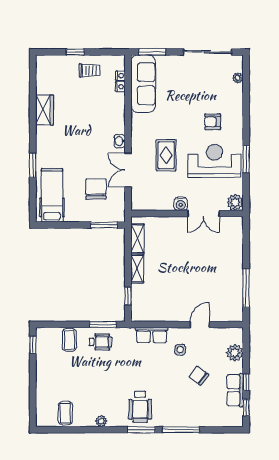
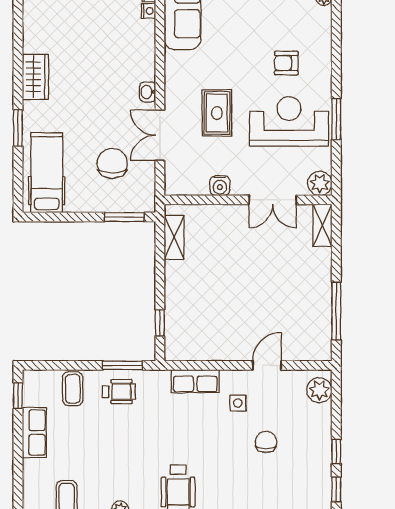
wardrobe: (44, 110) -> (35, 77), moved
water cooler: (181, 204) -> (220, 186), moved
shelving: (137, 269) -> (322, 225), moved
plant: (235, 353) -> (319, 390), moved
chair: (199, 376) -> (266, 442), turned 53
row of seats: (235, 390) -> (34, 432), moved, turned 180

